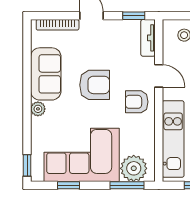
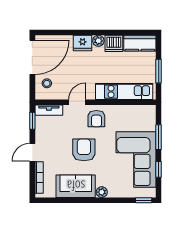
plant: (134, 168) -> (146, 121), removed
window: (127, 185) -> (159, 137), moved

